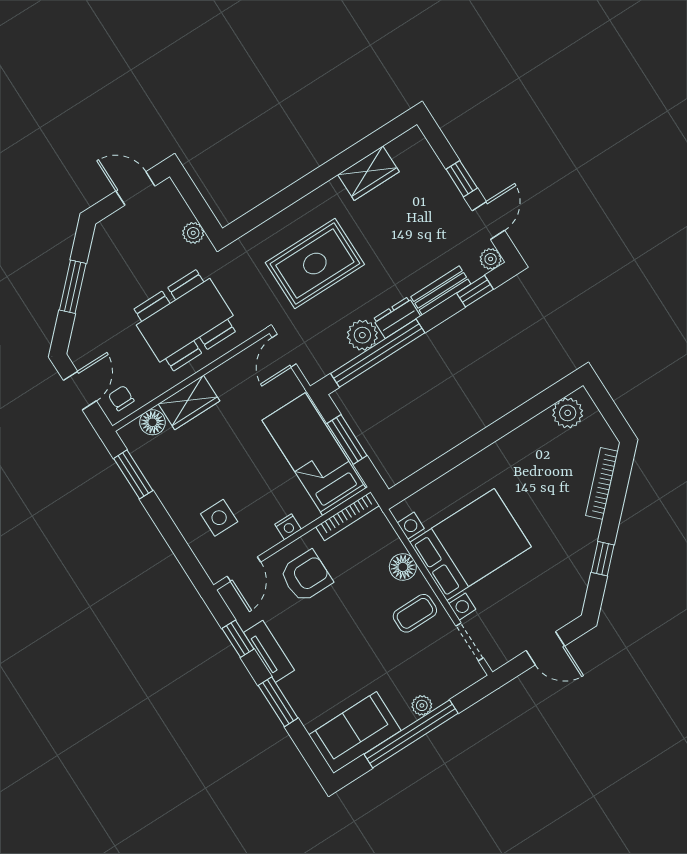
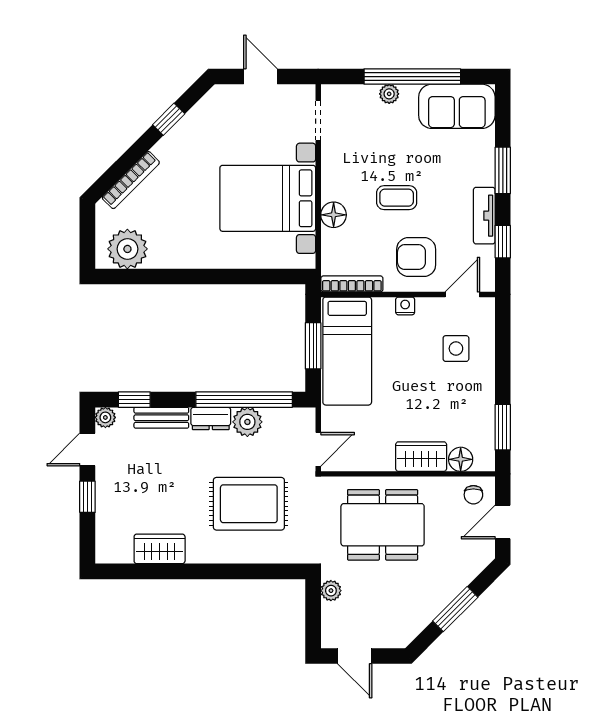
plant: (568, 413) -> (127, 249), width x1.36, depth x1.36
coffee table: (415, 613) -> (397, 198), moved

